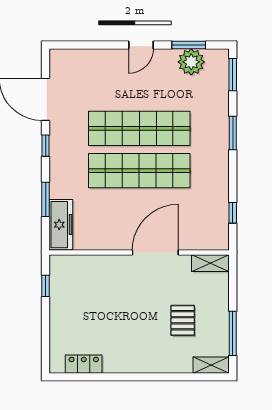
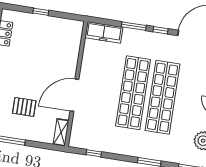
window: (46, 199) -> (134, 26), moved
door: (155, 253) -> (74, 95), swing flipped
window: (46, 286) -> (41, 12), moved

